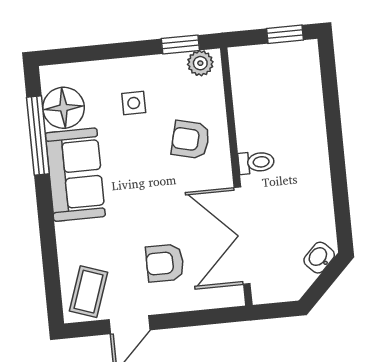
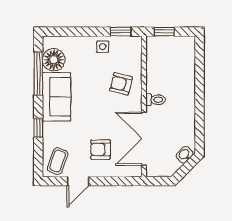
window: (285, 34) -> (164, 32), moved
plant: (200, 63) -> (130, 43), removed
side table: (134, 103) -> (103, 47), moved
window: (48, 235) -> (38, 128), added

